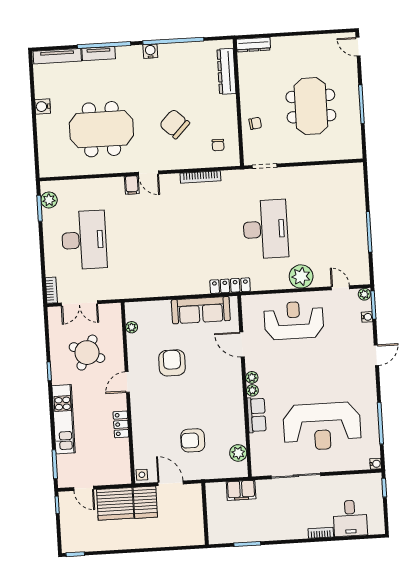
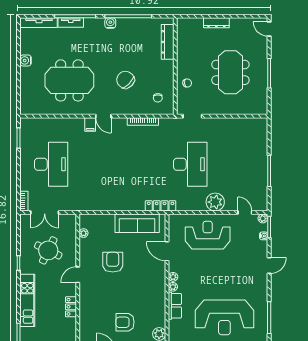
dresser: (253, 45) -> (216, 23), moved
plant: (49, 200) -> (26, 132), removed

